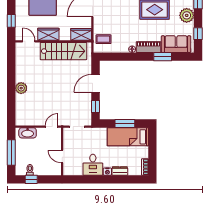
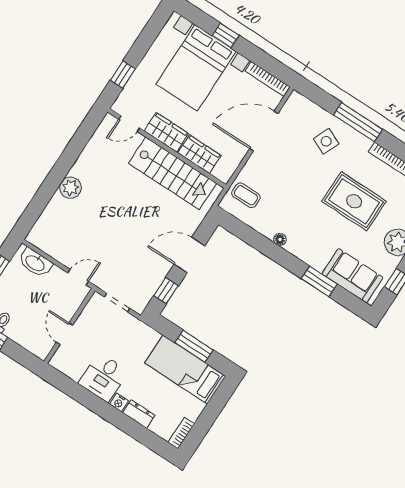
wardrobe: (81, 34) -> (199, 154), moved
door: (29, 41) -> (129, 124), swing flipped
piano: (148, 47) -> (307, 253), removed

